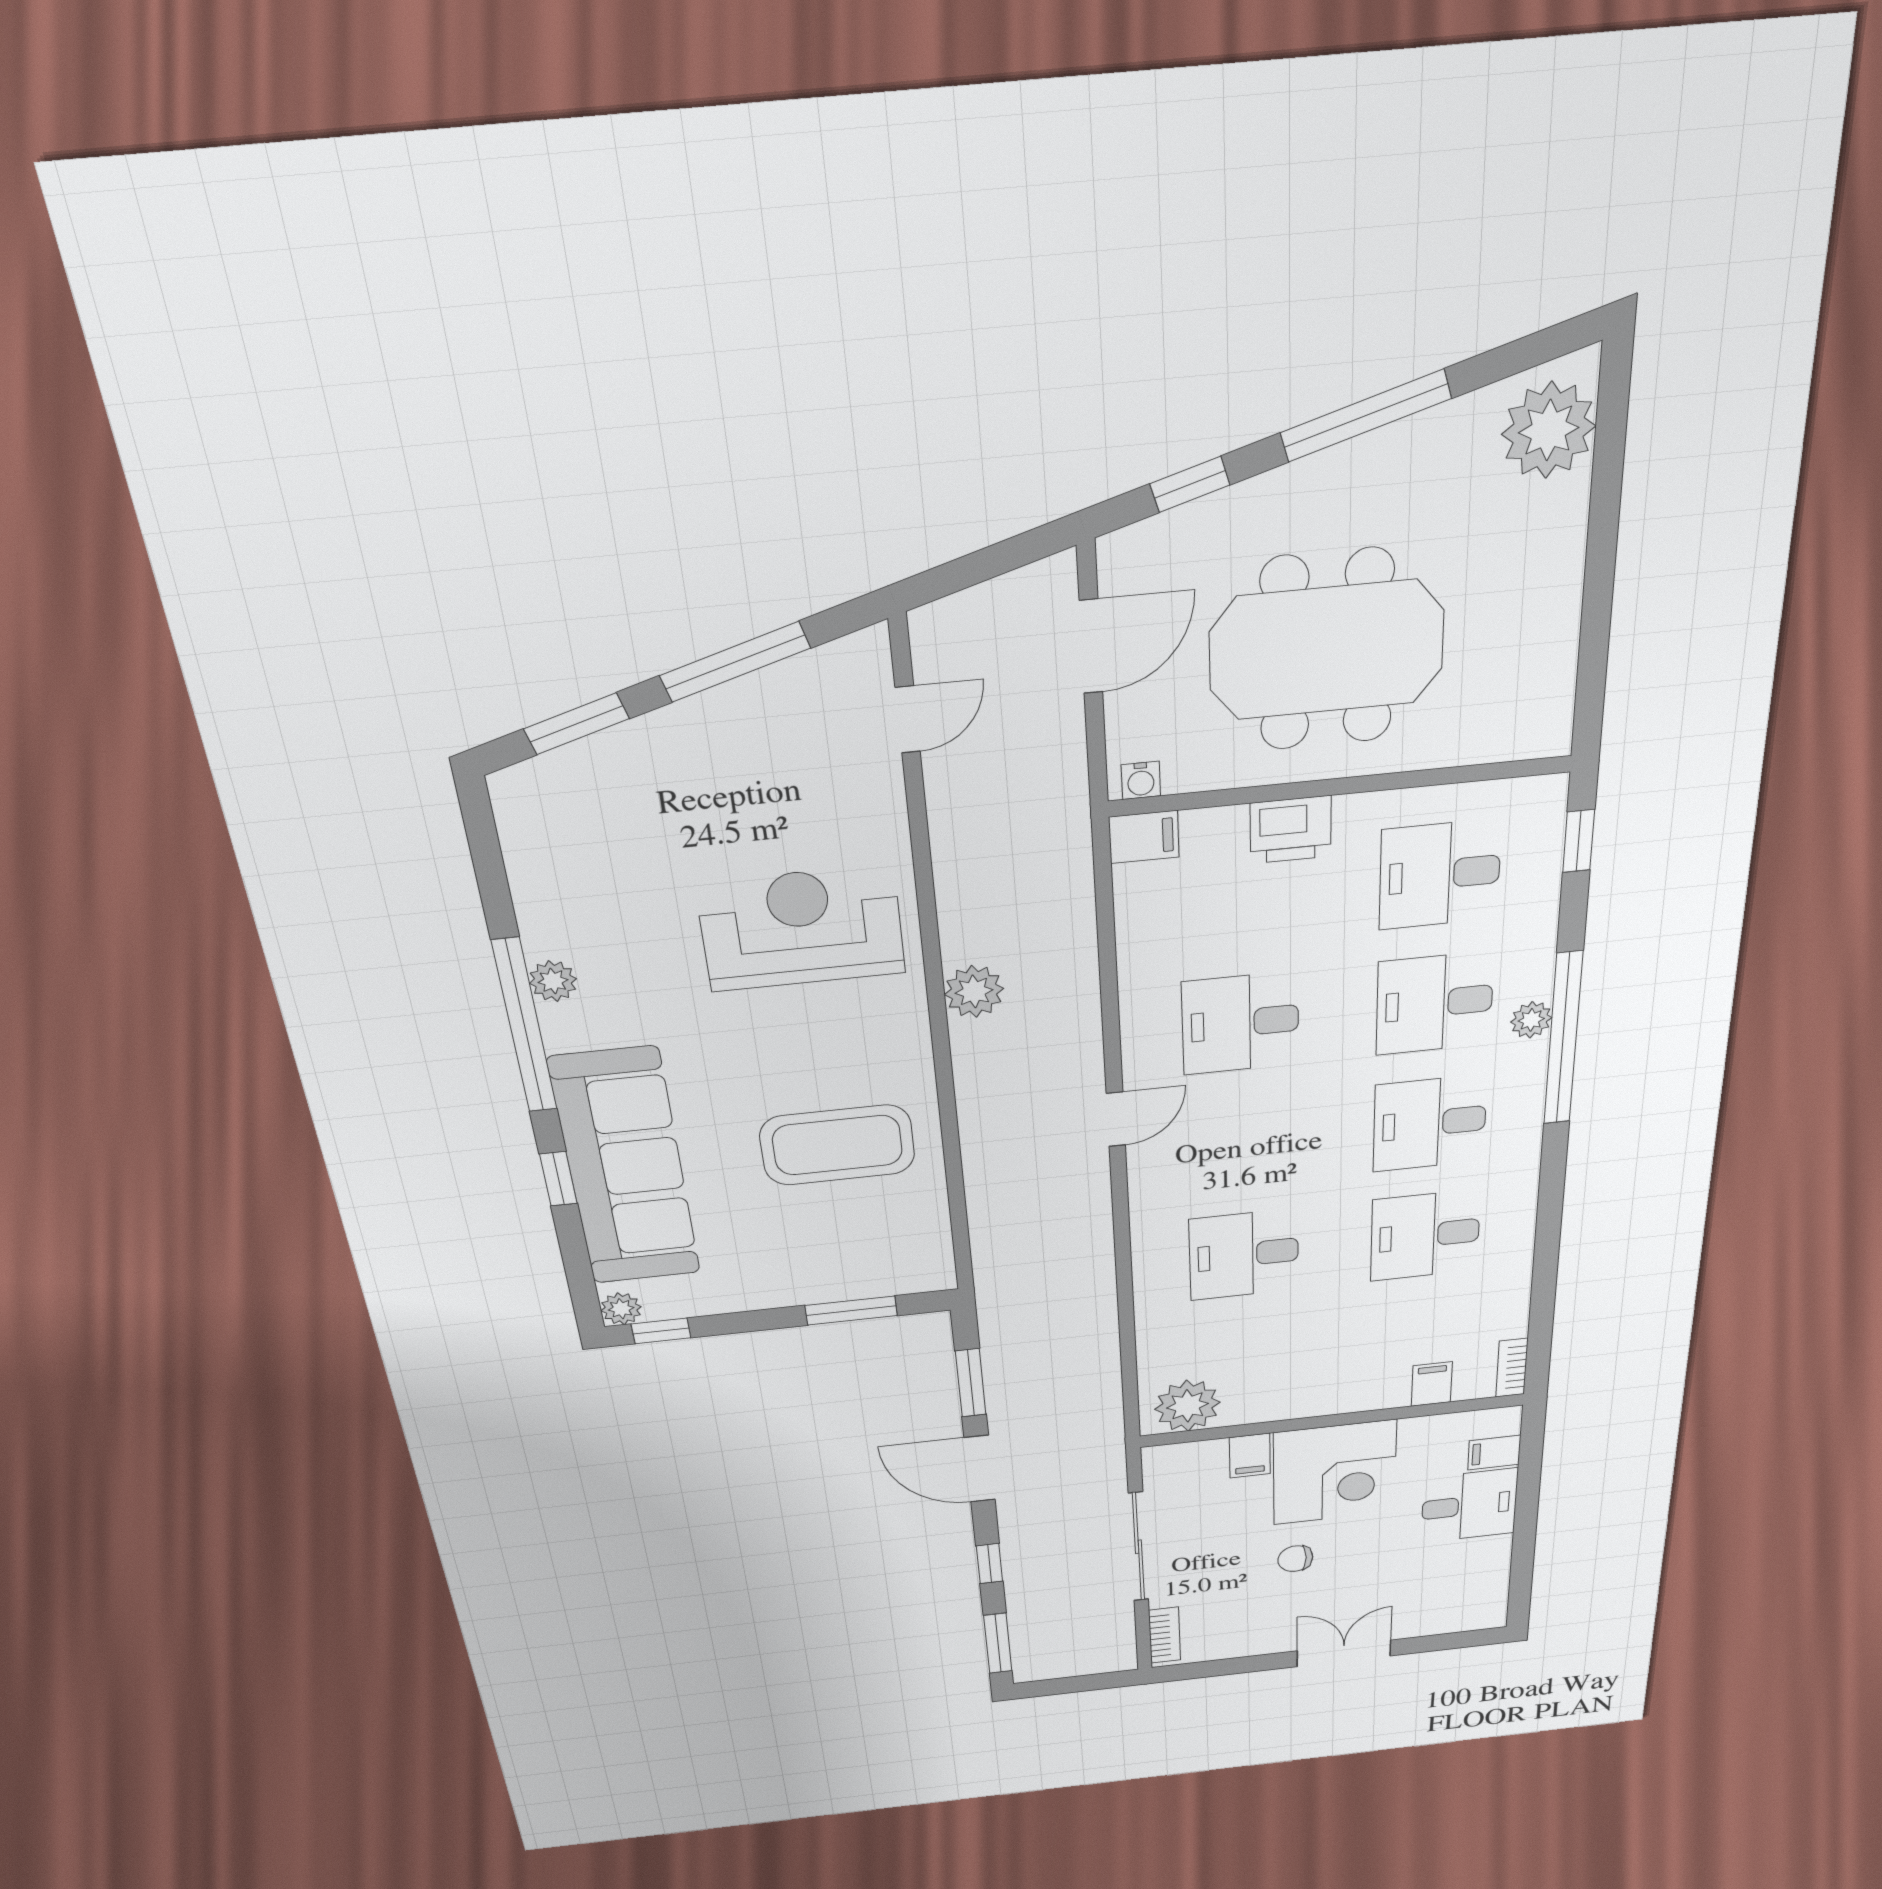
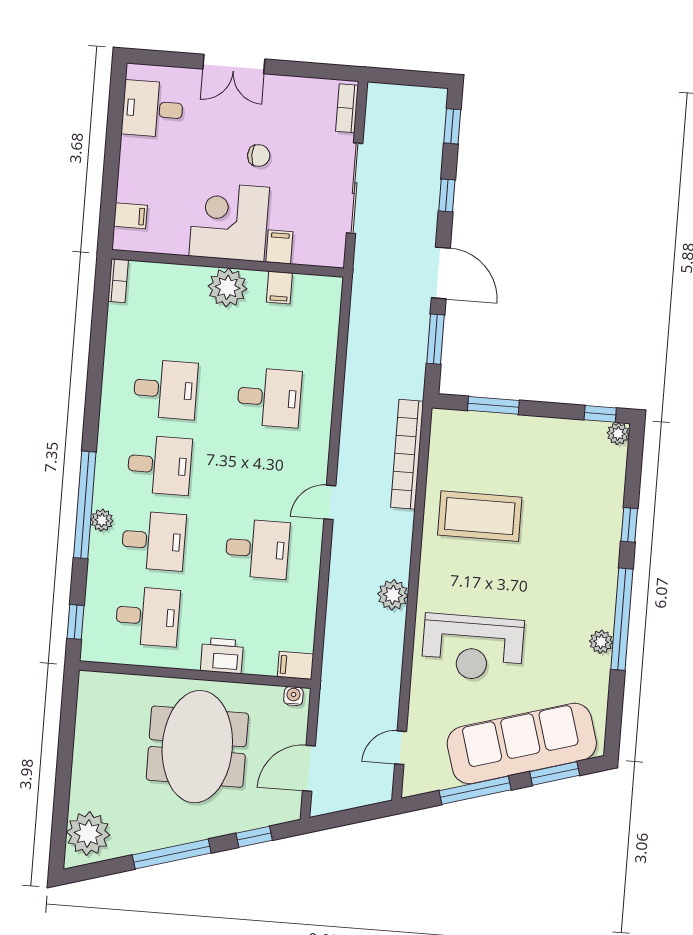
meeting table: (1326, 650) -> (197, 747), turned 90
sofa: (625, 1168) -> (522, 743), moved, turned 74
bookcase: (989, 1215) -> (407, 454), added
filing cabinet: (1432, 1384) -> (279, 287), moved
plant: (1187, 1406) -> (227, 287), moved
desk: (1469, 1506) -> (153, 109), moved
window: (998, 1643) -> (452, 126), width x0.67

